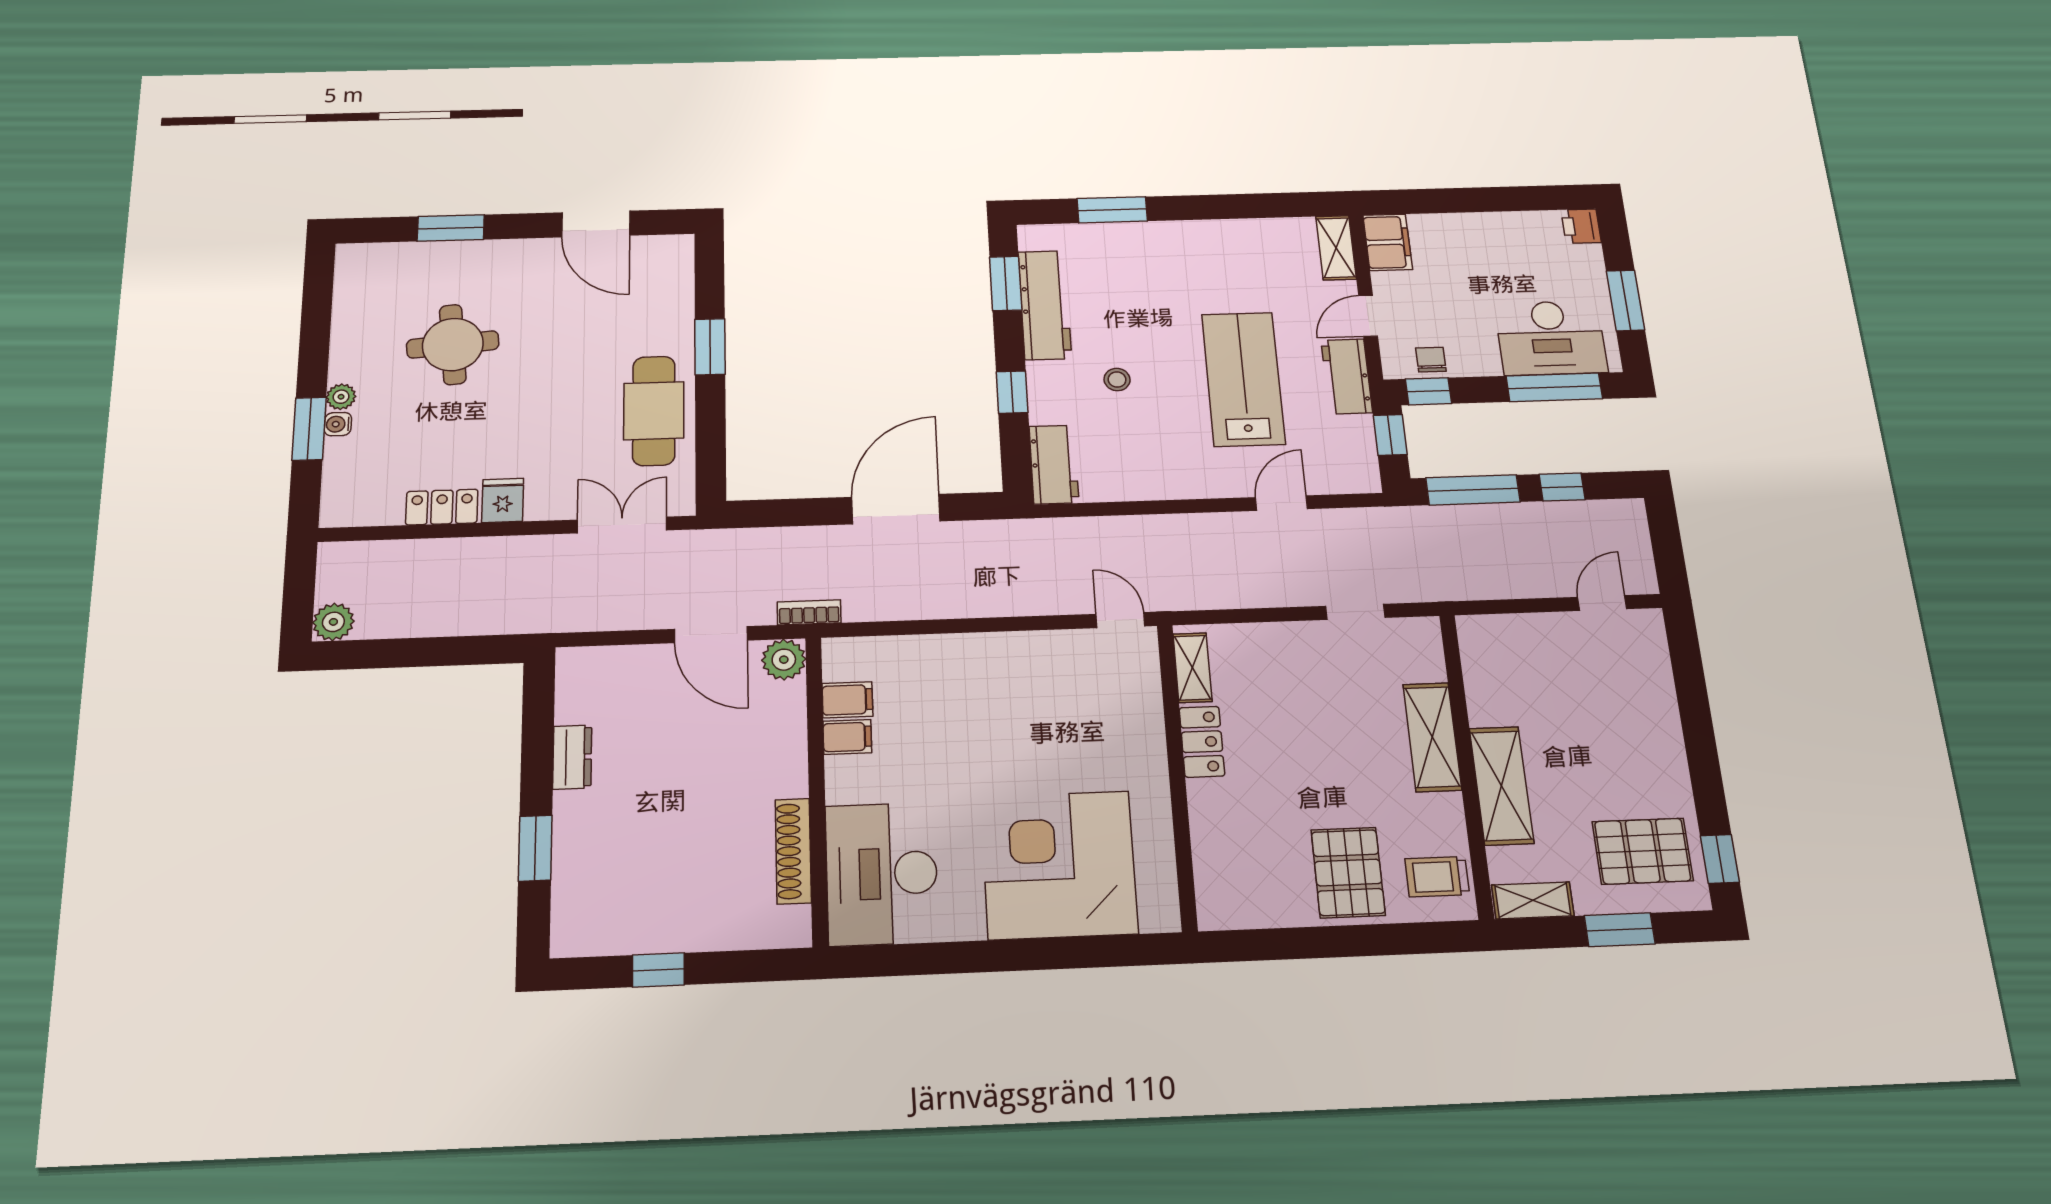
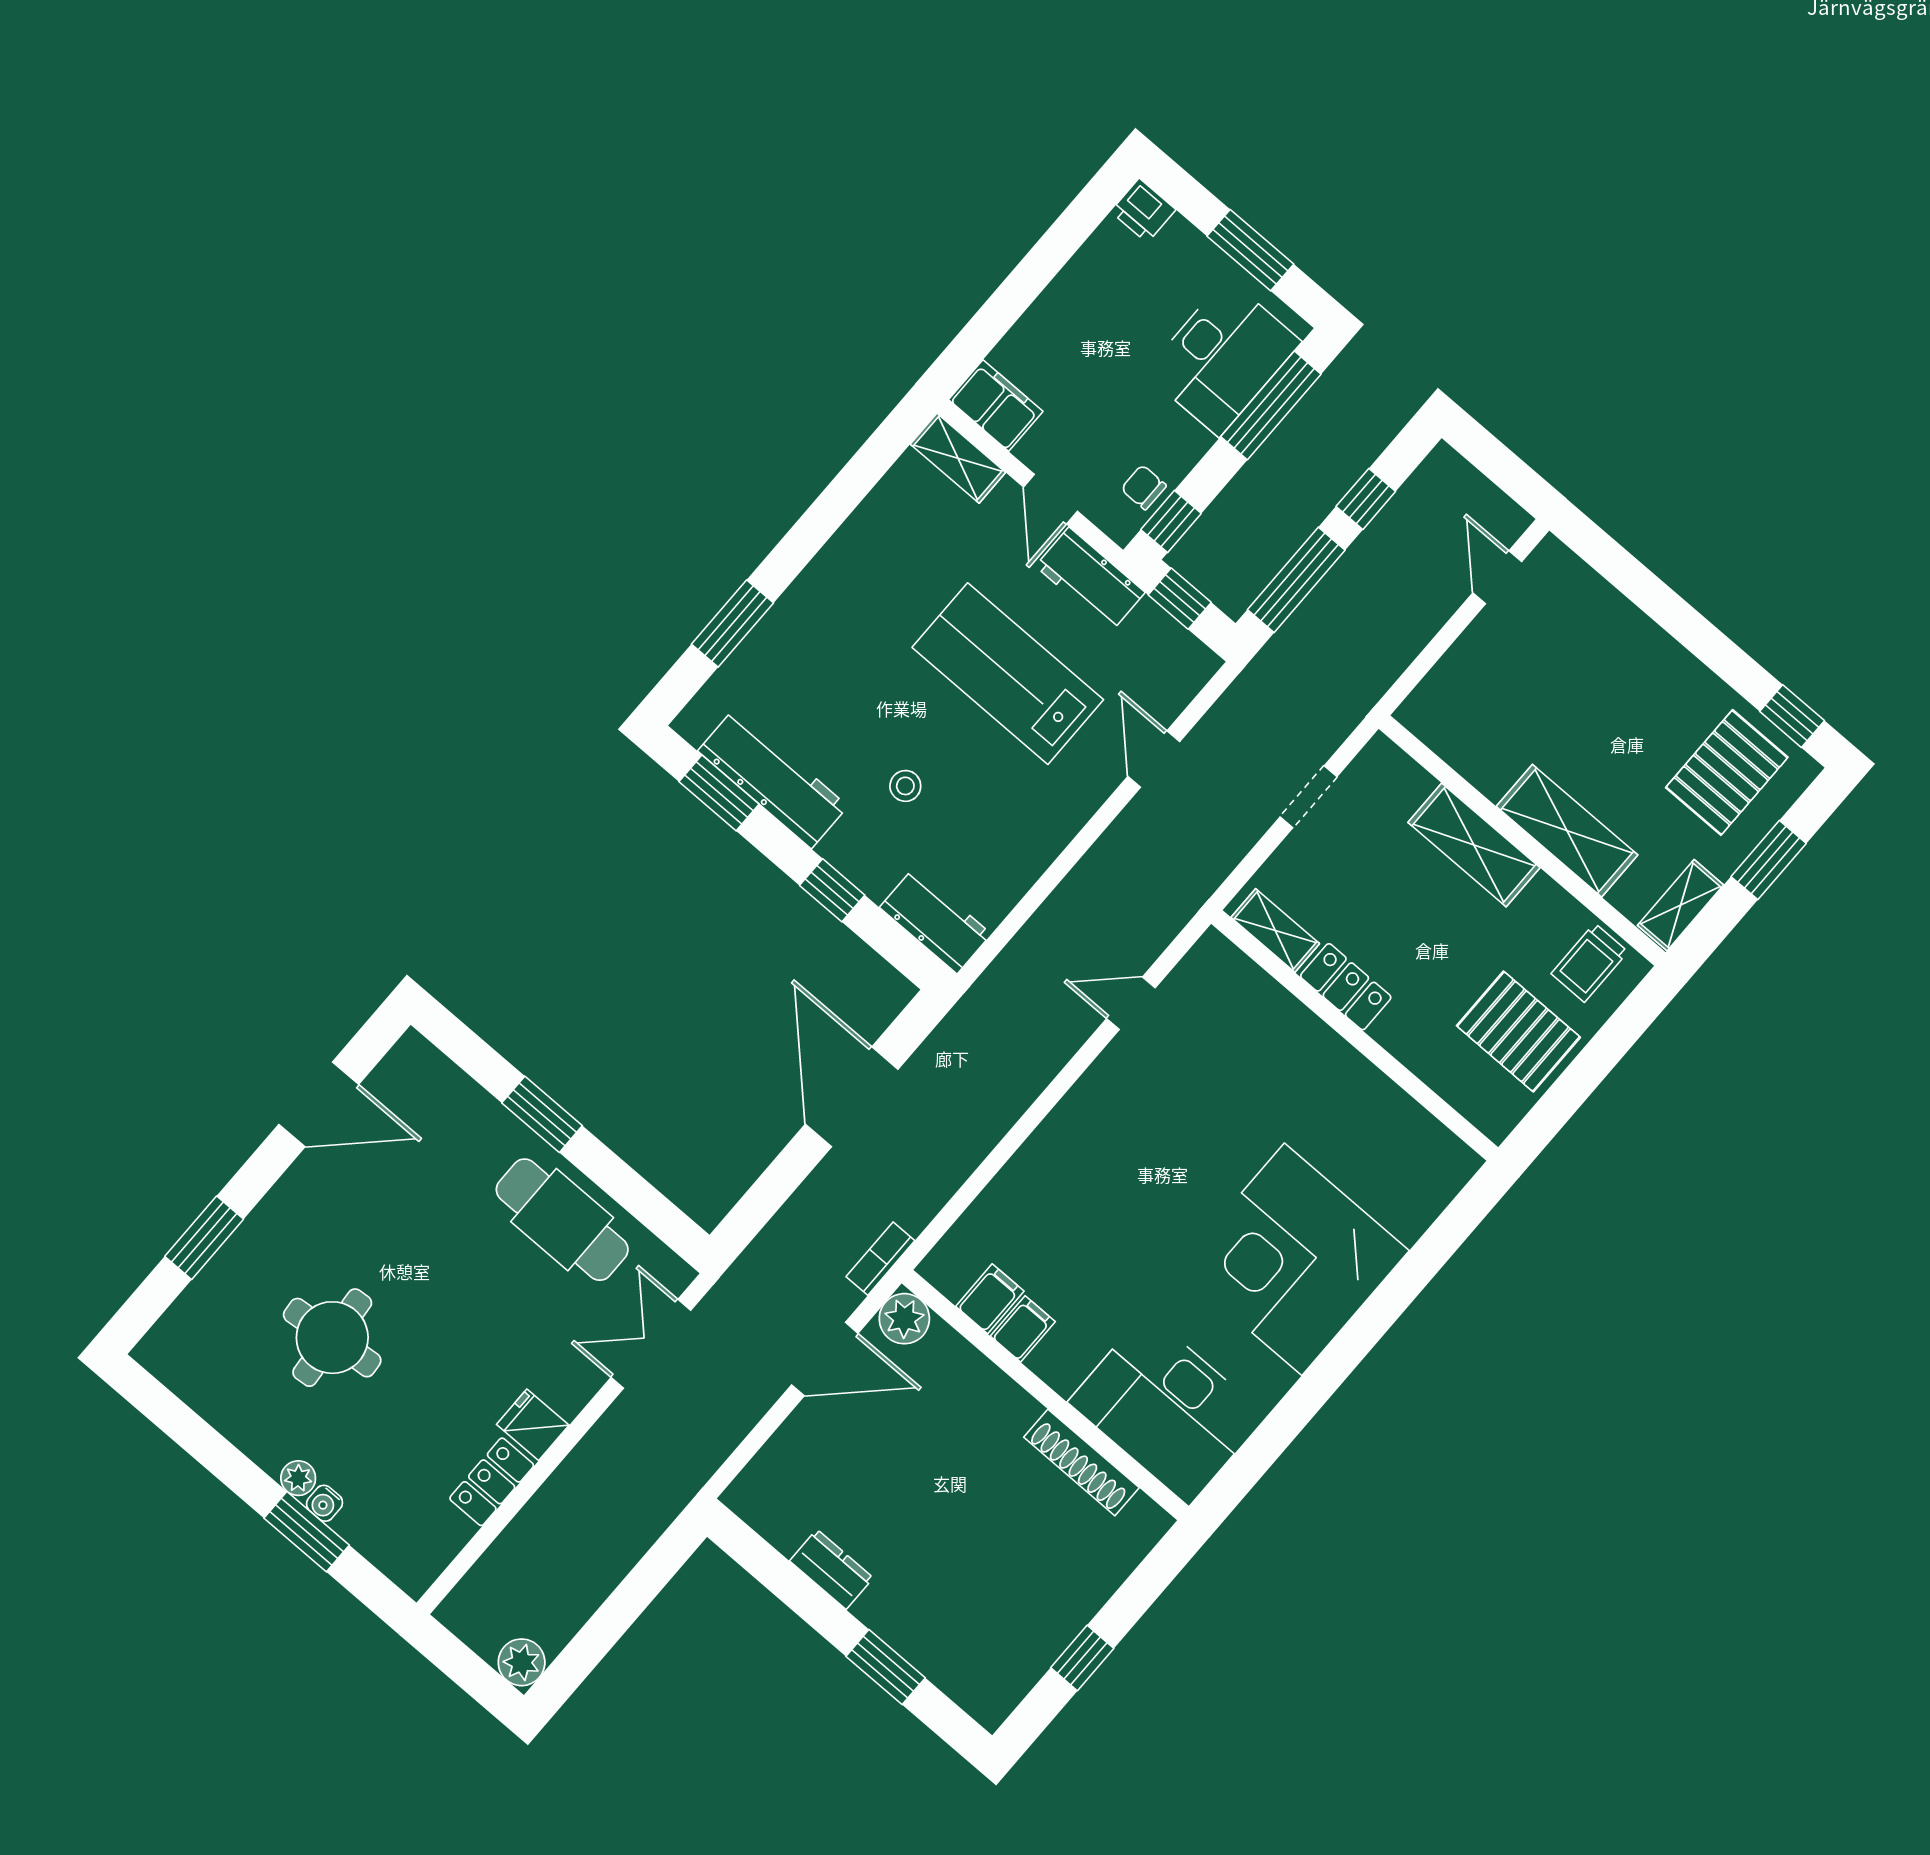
shelving: (1192, 668) -> (1275, 930), moved
locker: (1202, 742) -> (1346, 987), moved
wall: (1177, 775) -> (1355, 1036), moved

